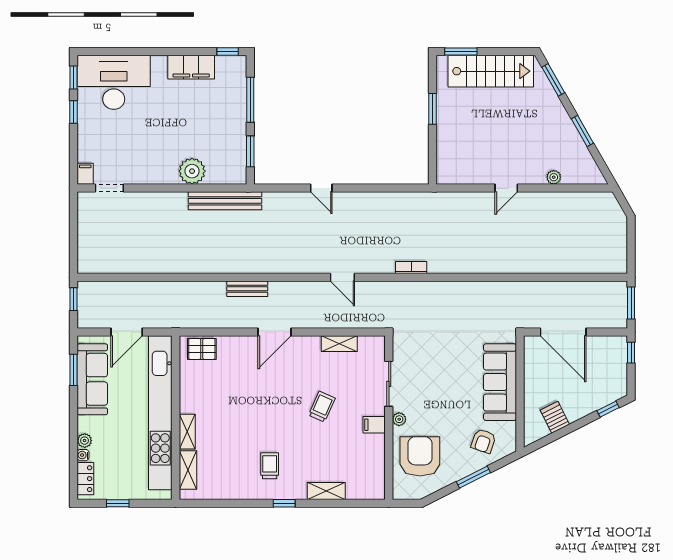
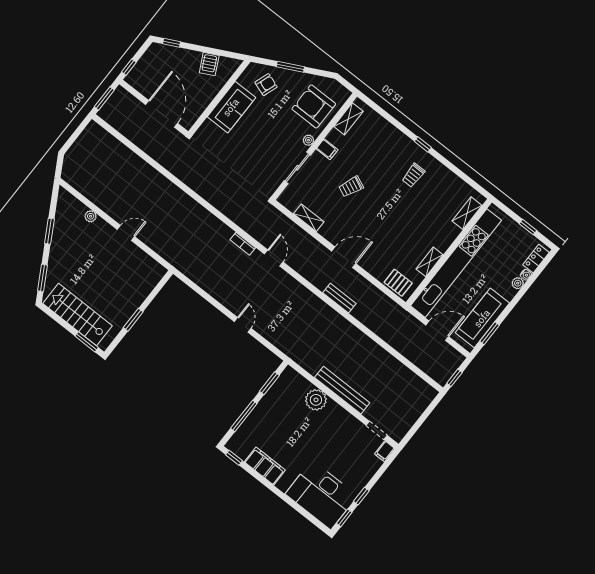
bench: (225, 201) -> (342, 390), moved
bookcase: (411, 267) -> (243, 244), moved
sofa: (500, 382) -> (231, 107), width x0.73
shelving: (187, 432) -> (430, 262), moved
armchair: (420, 456) -> (314, 106), turned 90
shelving: (326, 491) -> (348, 119), moved, turned 90

